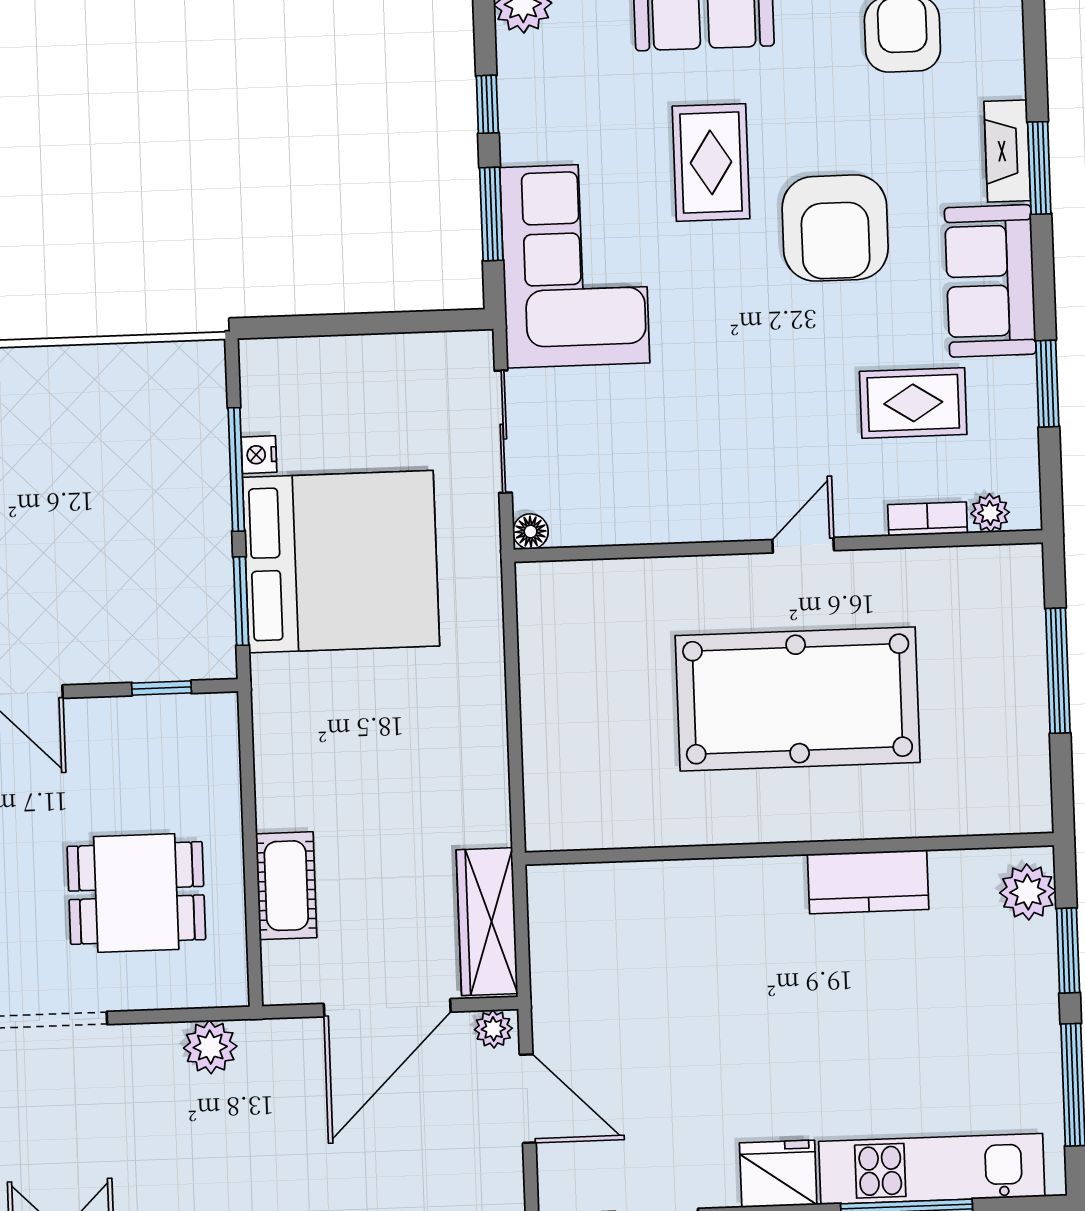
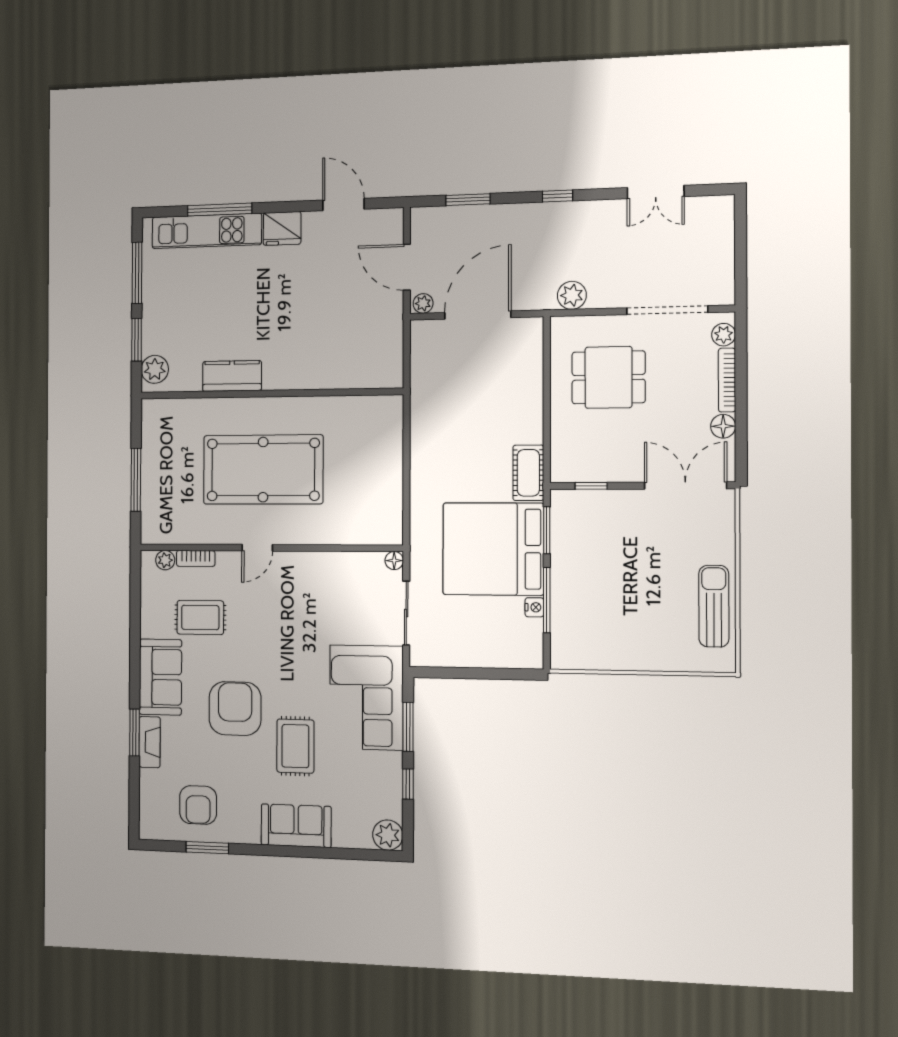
window: (1047, 384) -> (135, 624), removed
cot: (286, 886) -> (528, 473), moved
wardrobe: (487, 922) -> (424, 359), removed

